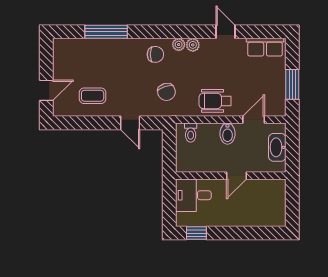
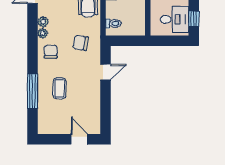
chair: (166, 92) -> (81, 43), turned -153
coffee table: (93, 96) -> (59, 88), moved
desk: (193, 195) -> (174, 19), moved, turned -90

